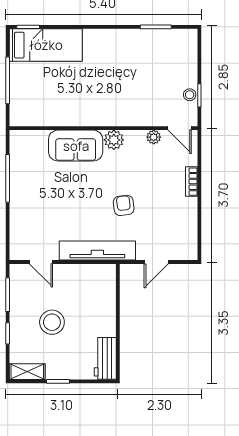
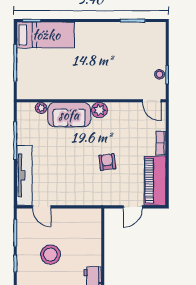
plant: (154, 137) -> (41, 108), moved
piano: (184, 229) -> (155, 181), added
tv unit: (97, 251) -> (24, 175), moved, turned 90

